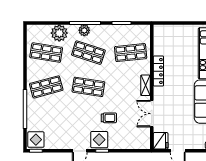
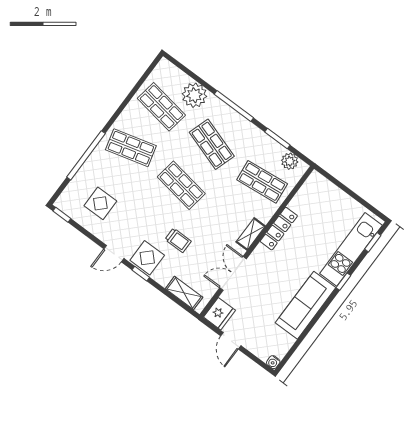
plant: (84, 30) -> (290, 161), moved
display table: (36, 140) -> (100, 203), moved
shelving: (133, 144) -> (184, 293), added

